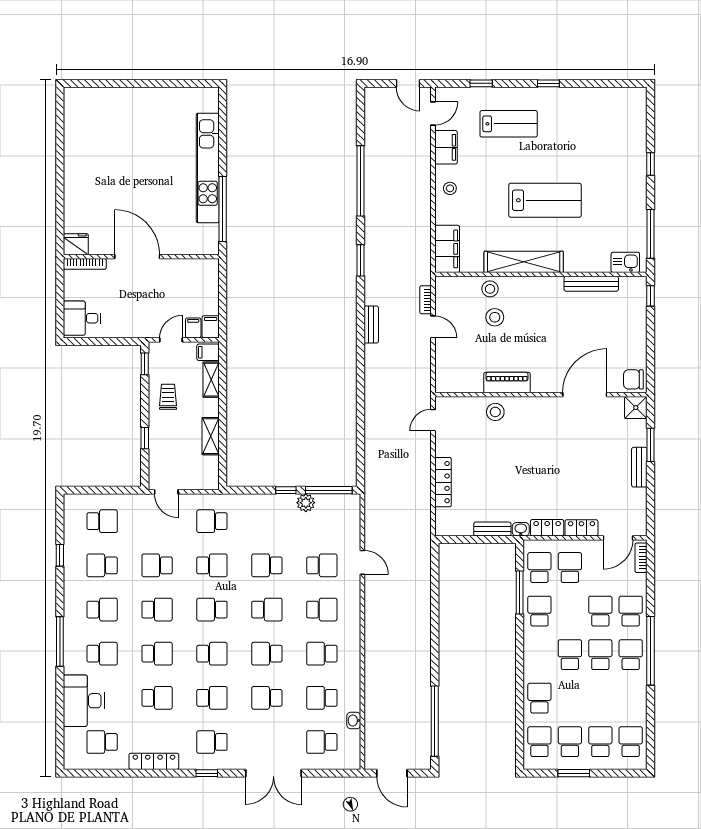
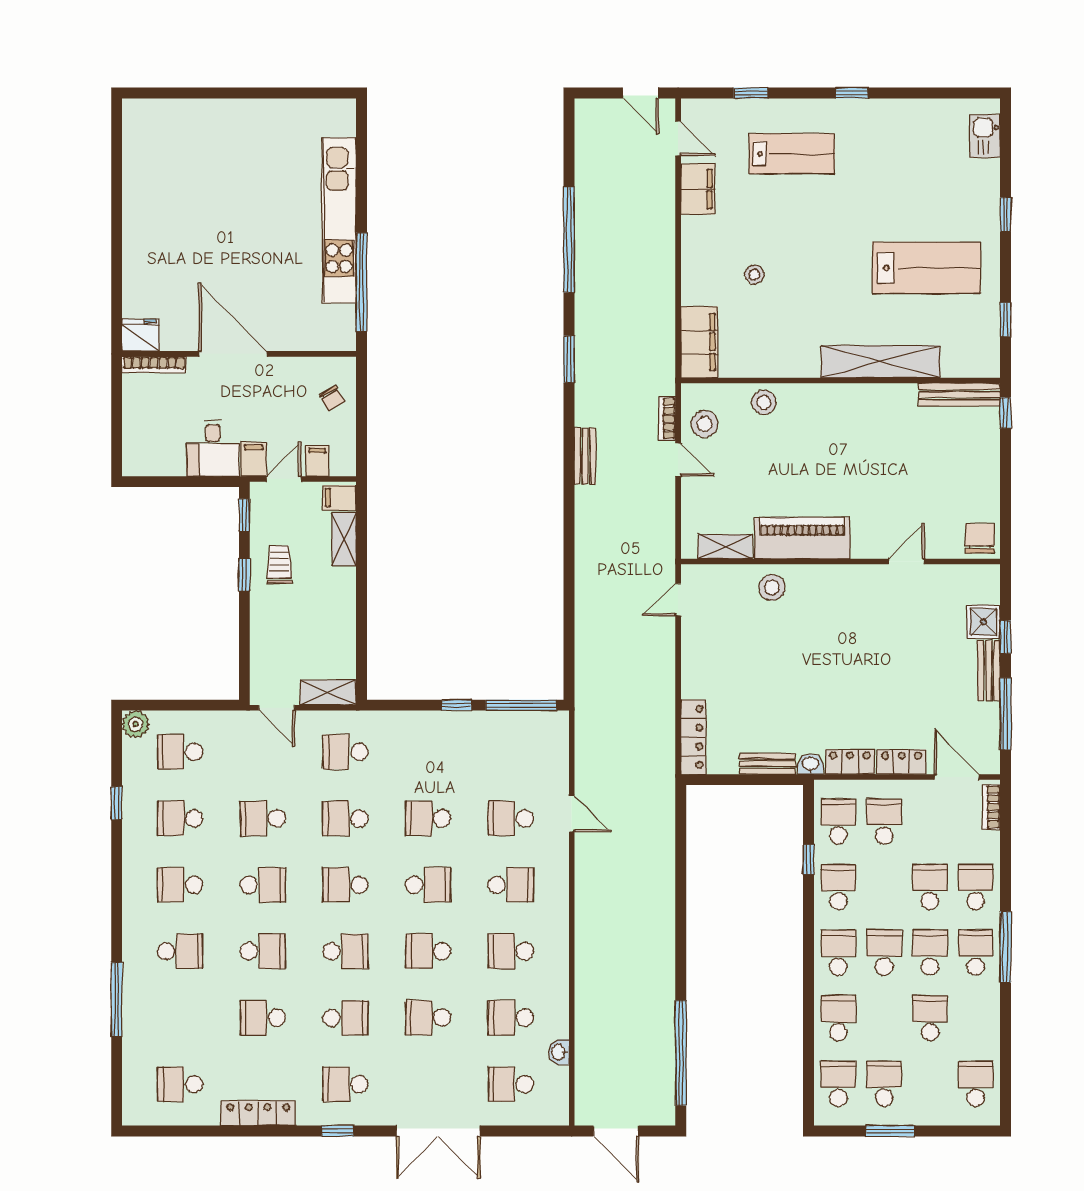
door: (433, 113) -> (678, 138), hinge flipped
stool: (450, 188) -> (754, 275), moved
lab bench: (545, 200) -> (926, 268), moved
window: (651, 234) -> (1005, 319), width x0.46
shelving: (524, 262) -> (881, 362), moved
kitchen sink: (625, 262) -> (985, 136), moved, turned -90
bench: (591, 284) -> (959, 395), moved
chair: (203, 286) -> (332, 398), added
stool: (495, 317) -> (705, 424), moved
desk: (82, 318) -> (213, 448), moved, turned -90
filing cabinet: (211, 327) -> (254, 459), moved
chair: (633, 379) -> (980, 539), turned 90
piano: (507, 383) -> (802, 538), width x1.37, depth x1.33
shelving: (464, 385) -> (725, 547), added
door: (585, 395) -> (907, 561), width x0.53
shower: (636, 408) -> (983, 622), moved
shelving: (211, 436) -> (328, 692), moved, turned 90
window: (145, 438) -> (244, 575), moved
window: (651, 445) -> (1005, 637), width x0.67
locker: (443, 482) -> (693, 737), moved
window: (651, 496) -> (1005, 714), added
plant: (306, 503) -> (136, 724), moved
school desk: (102, 521) -> (180, 752), turned 180
door: (618, 538) -> (957, 777), swing flipped
school desk: (212, 565) -> (345, 818), turned 180
school desk: (322, 565) -> (511, 818), turned 180
window: (520, 593) -> (809, 859), width x0.46
school desk: (102, 610) -> (180, 885), turned 180
window: (60, 641) -> (117, 999), moved
window: (651, 651) -> (1005, 947), width x0.68
school desk: (539, 655) -> (838, 953), added
school desk: (157, 698) -> (263, 1018), turned 180
desk: (84, 701) -> (153, 1022), removed
school desk: (600, 742) -> (930, 1018), moved

